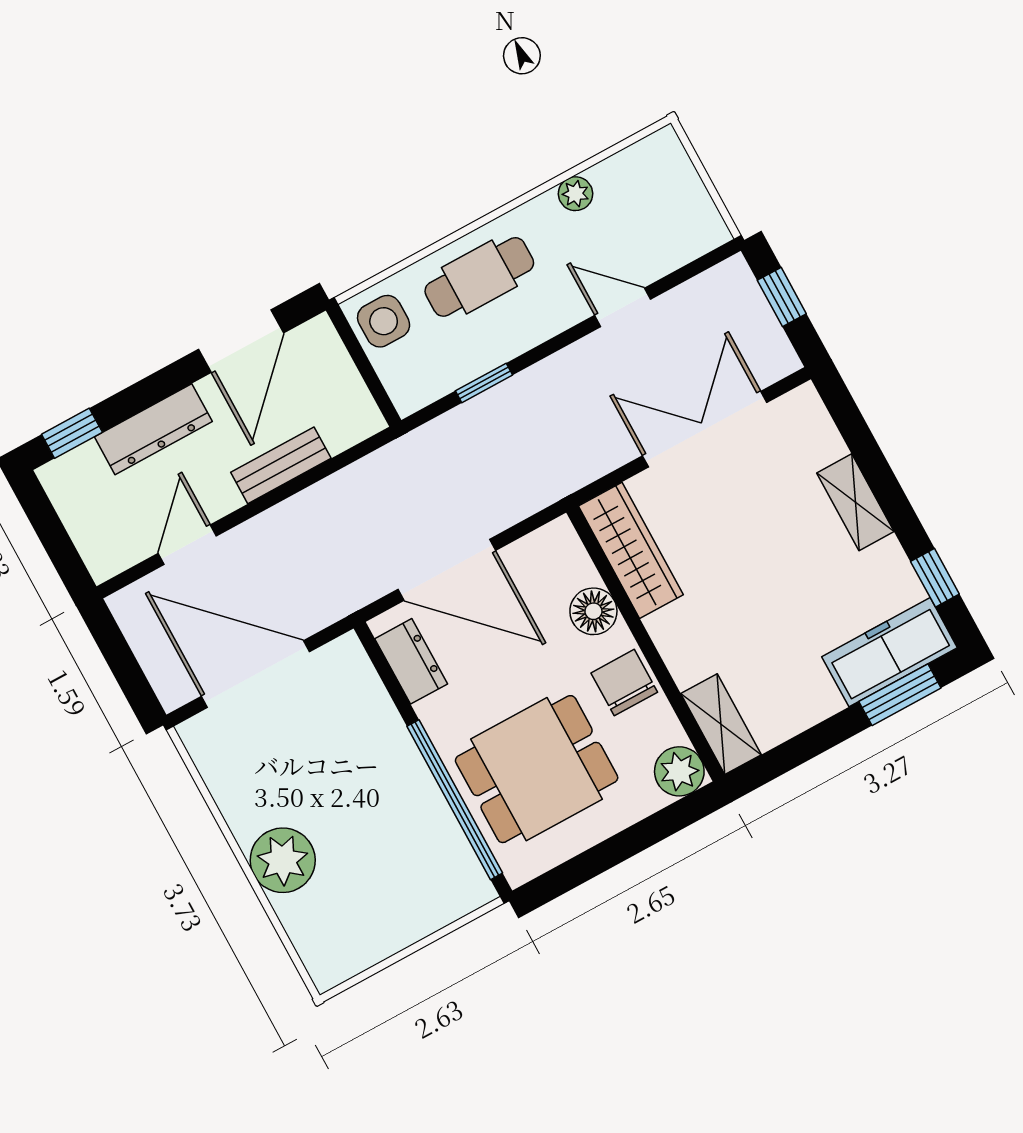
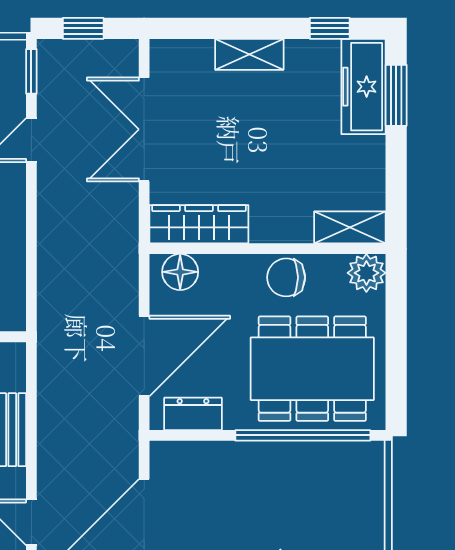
window: (484, 383) -> (31, 71), moved
floor lamp: (593, 611) -> (180, 272), moved
dining table: (537, 769) -> (312, 369), width x1.37

